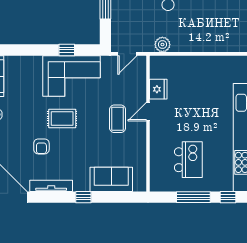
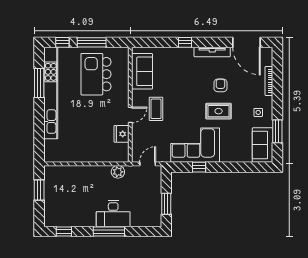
rug: (62, 118) -> (219, 111), moved
kitchen island: (188, 160) -> (96, 74), width x1.37, depth x1.28
sofa: (111, 179) -> (142, 71), moved, turned -90

